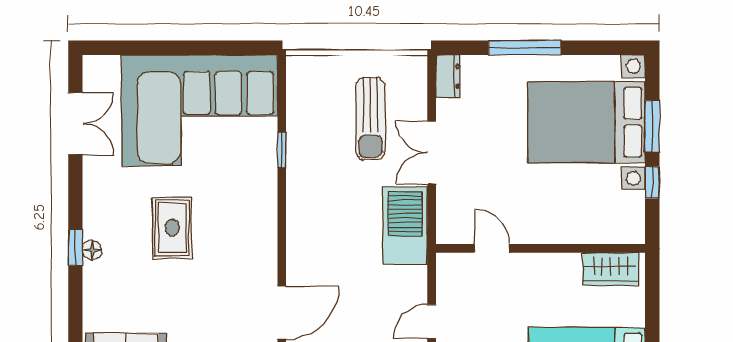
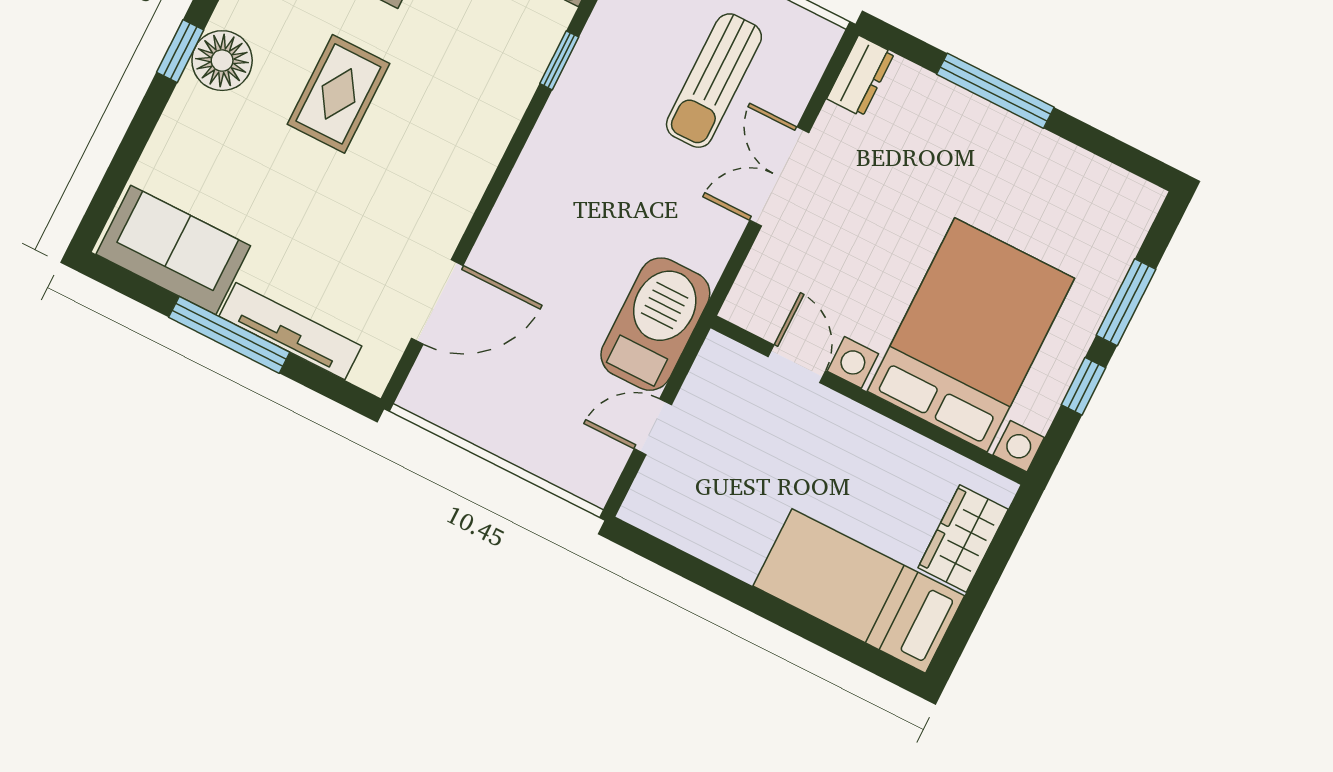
bed with nightstands: (586, 122) -> (971, 335), moved, turned 90
barbecue: (405, 225) -> (655, 324), moved
floor lamp: (92, 250) -> (222, 61), width x1.89, depth x1.89
wardrobe: (611, 269) -> (963, 538), moved, turned 90

